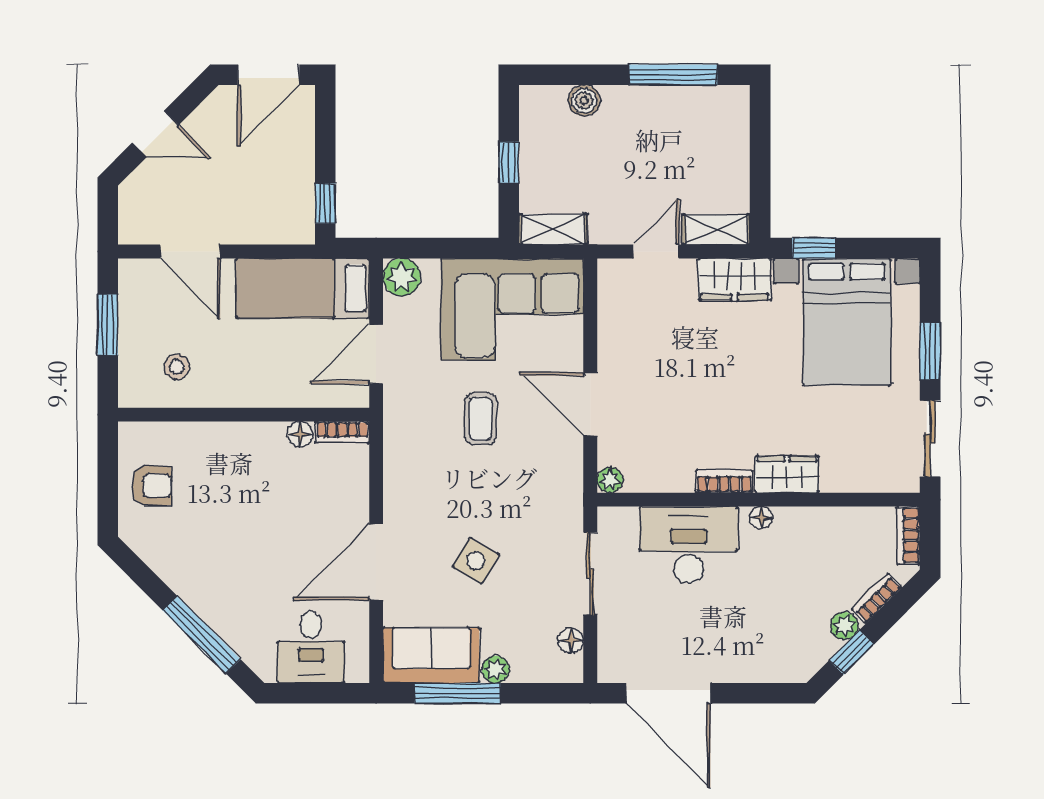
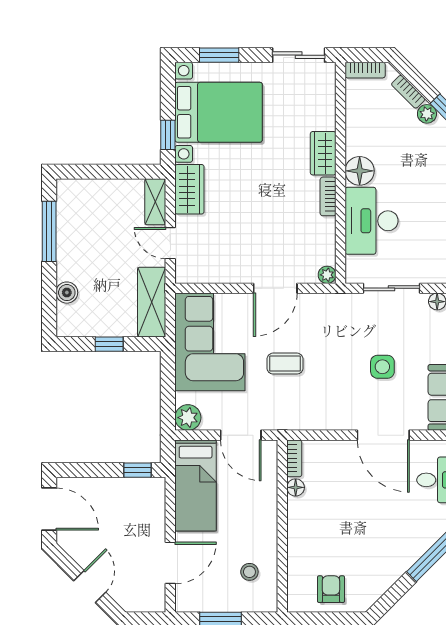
shelving: (553, 229) -> (152, 302), width x1.50, depth x1.33
window: (930, 351) -> (219, 55), moved
floor lamp: (761, 518) -> (360, 171), width x1.89, depth x1.89
side table: (476, 561) -> (382, 367), turned -30

